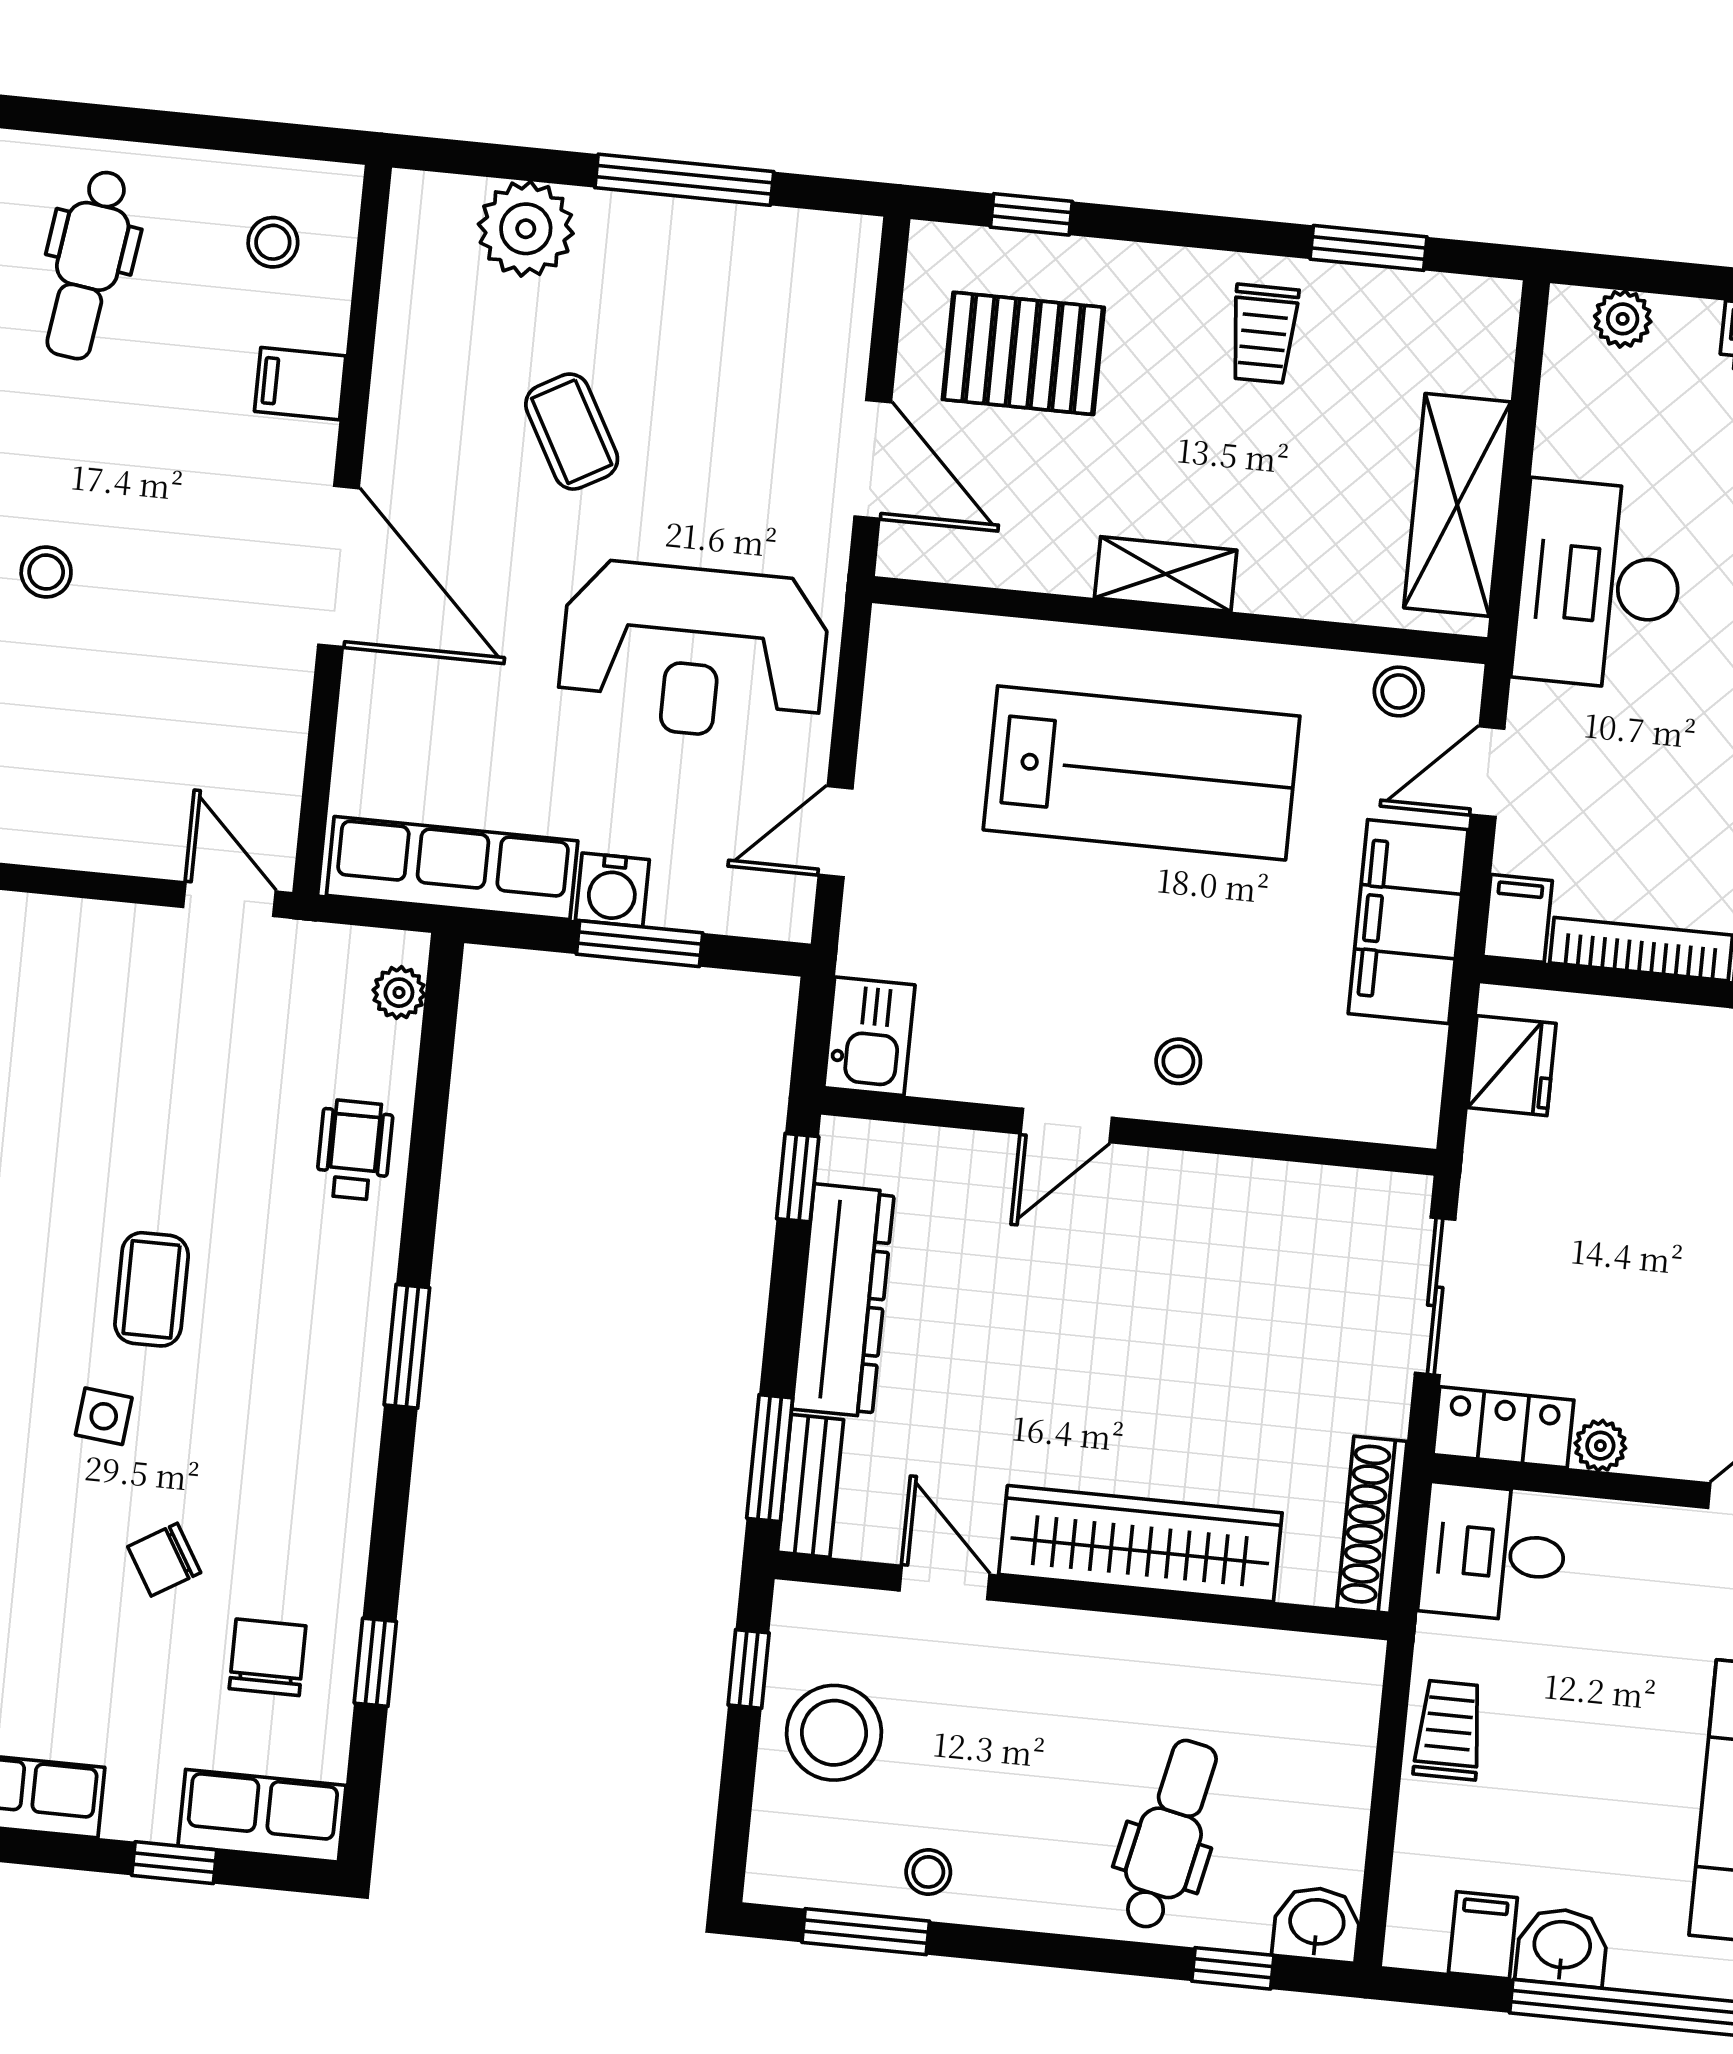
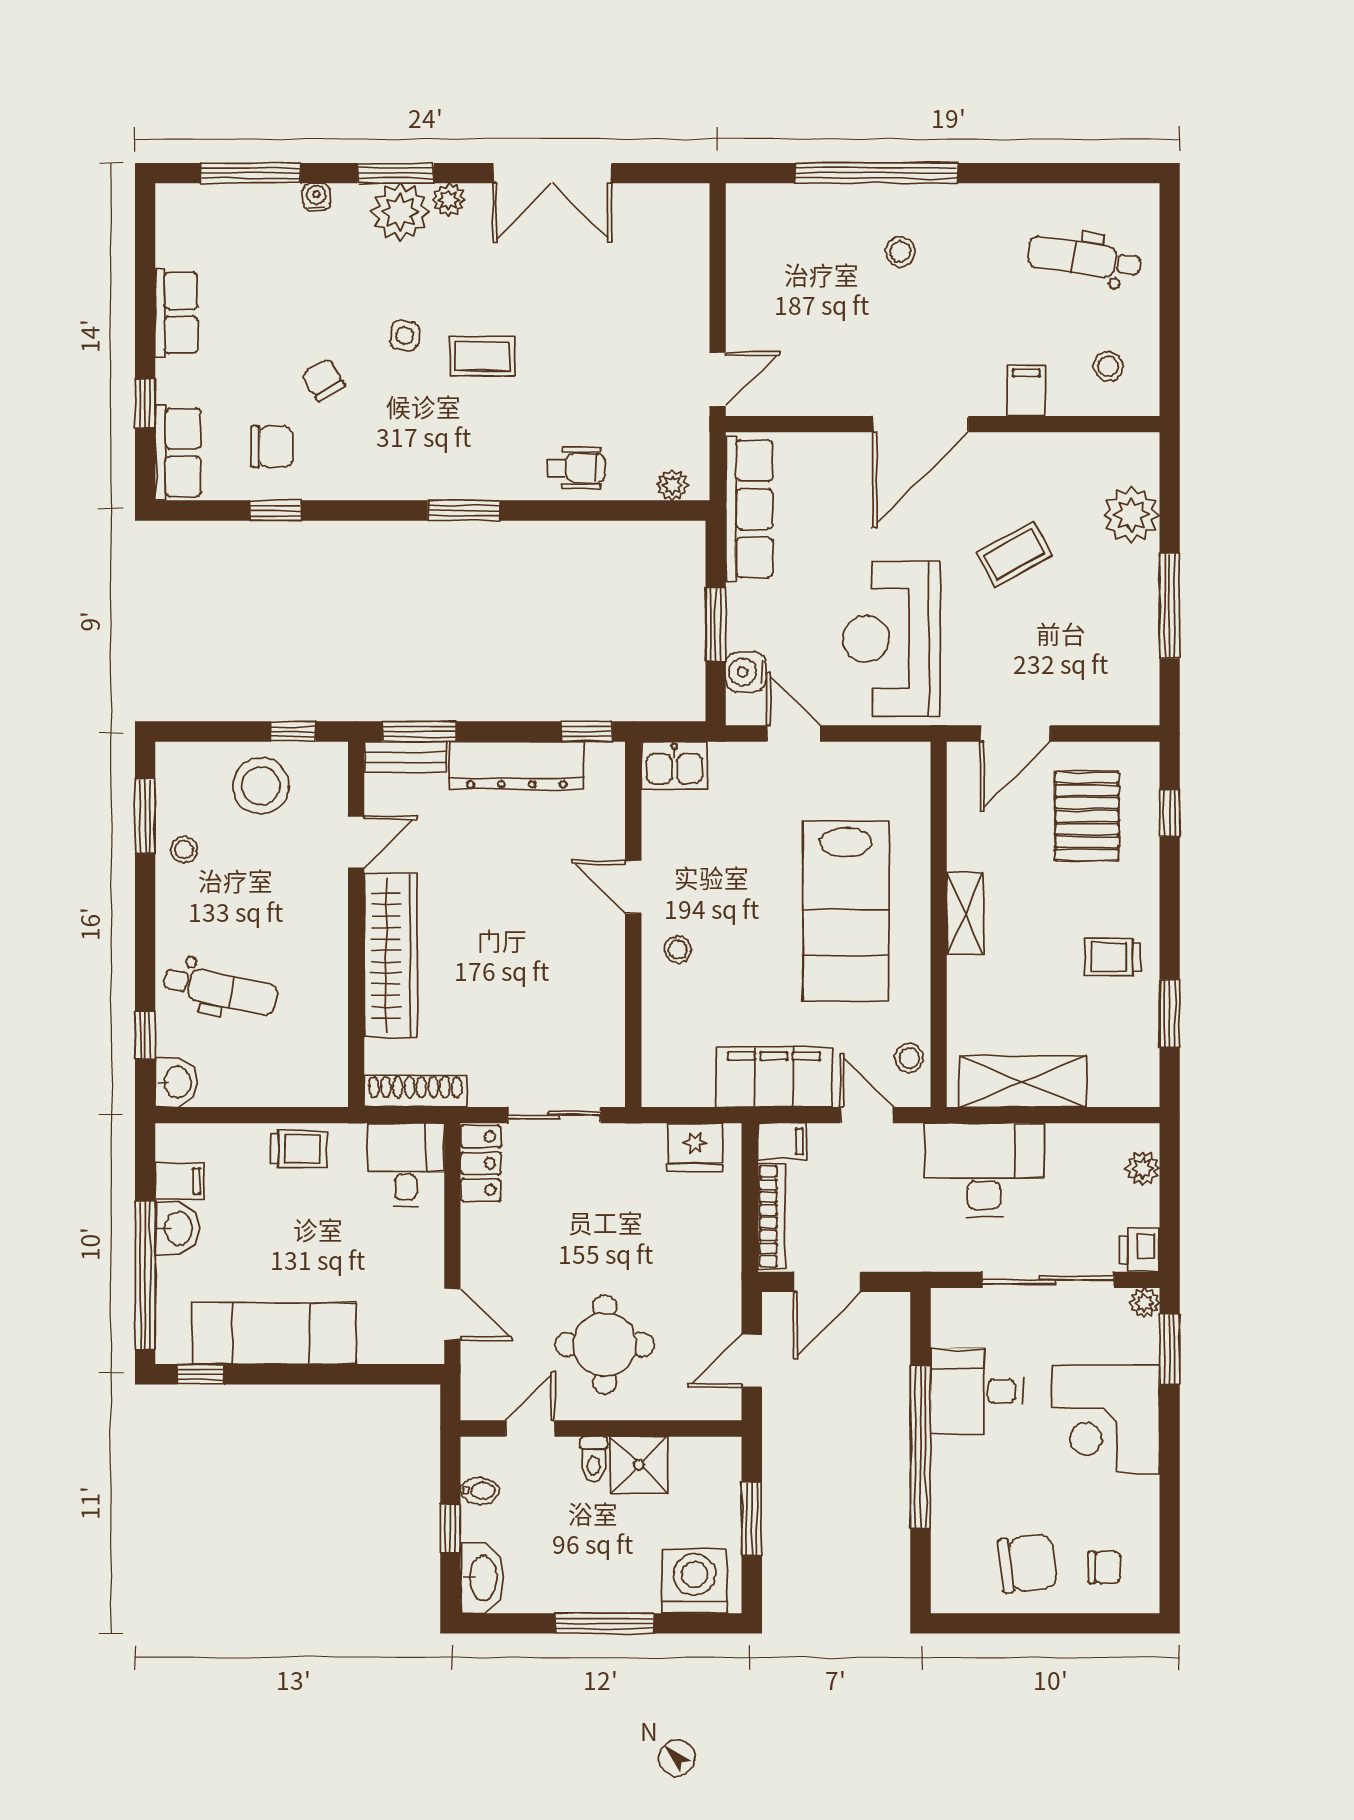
water cooler: (612, 890) -> (746, 672), moved
plant: (1600, 1446) -> (476, 1222), removed

